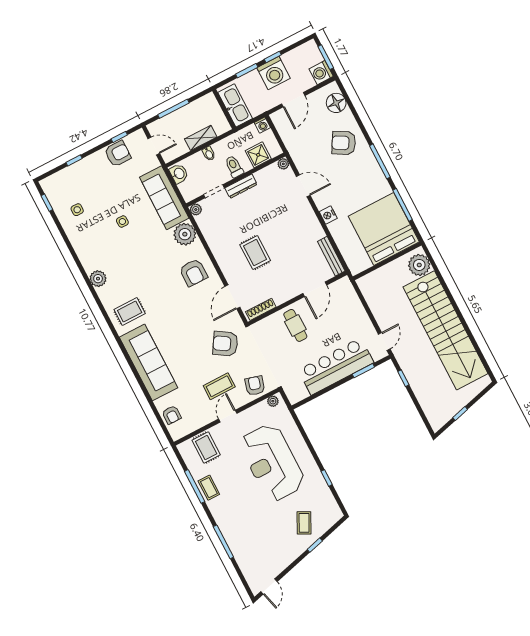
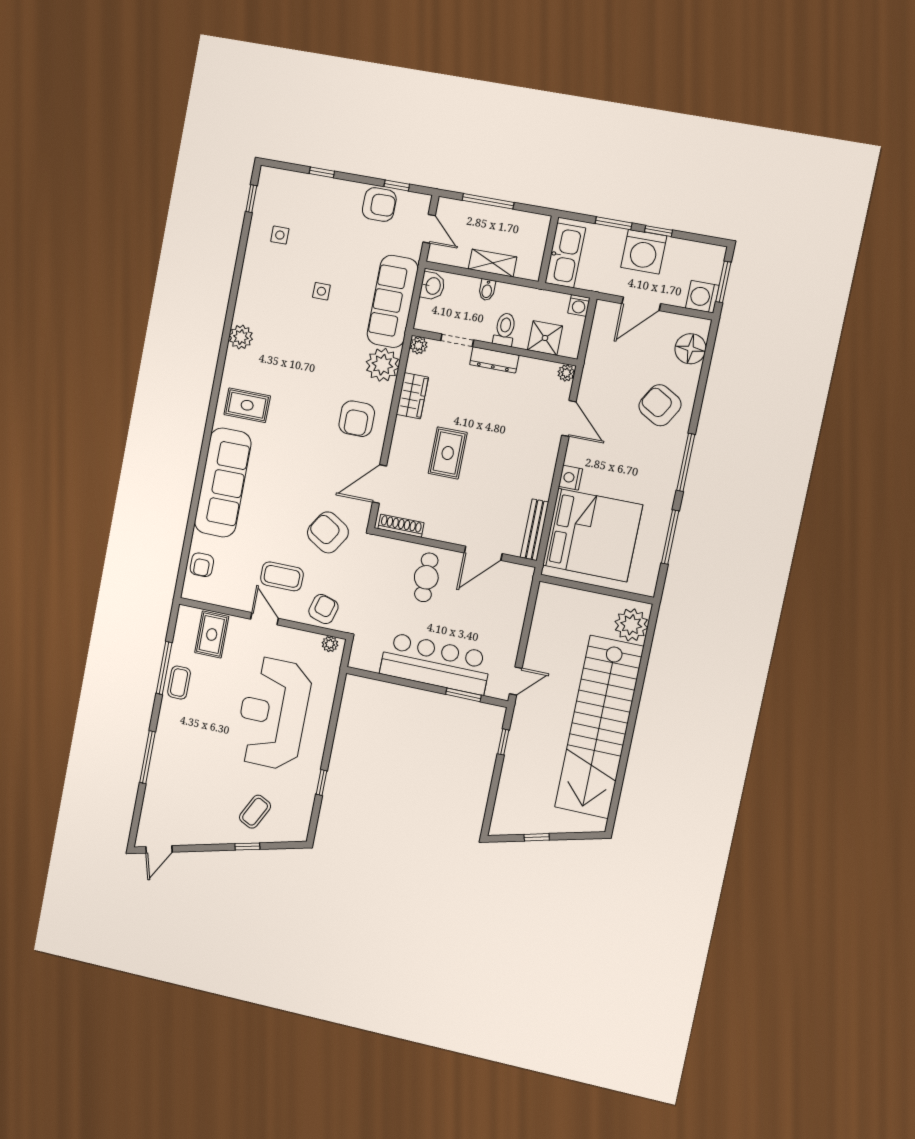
bed: (384, 229) -> (592, 535), moved, turned 90
wardrobe: (213, 238) -> (412, 396), added
door: (228, 416) -> (264, 619), hinge flipped

